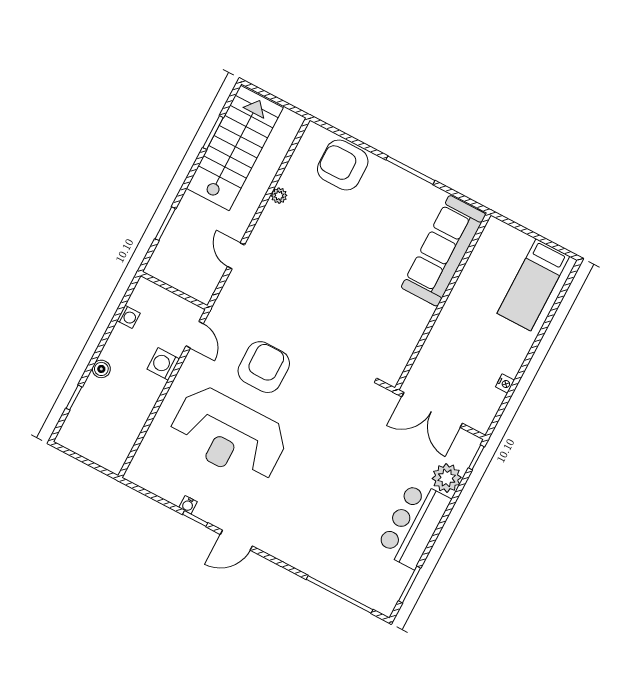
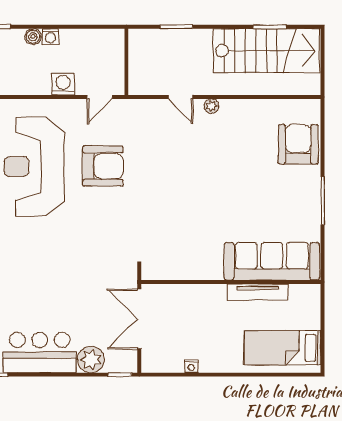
plant: (279, 196) -> (211, 106), moved
door: (236, 256) -> (180, 97), swing flipped
tv unit: (466, 280) -> (258, 292), added
washing machine: (128, 317) -> (50, 36), moved

